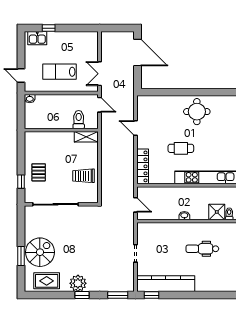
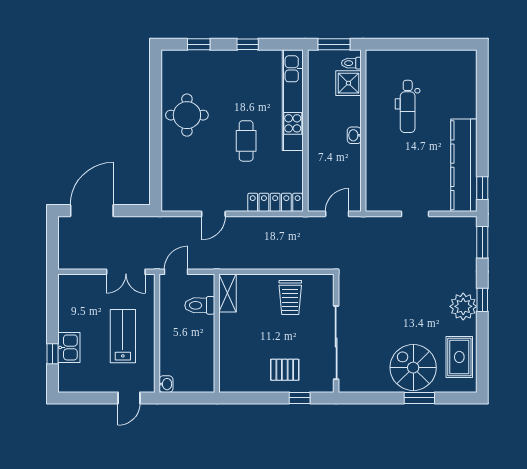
kitchen sink: (37, 38) -> (69, 347), moved
lab bench: (60, 72) -> (123, 336), turned 180

